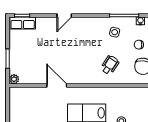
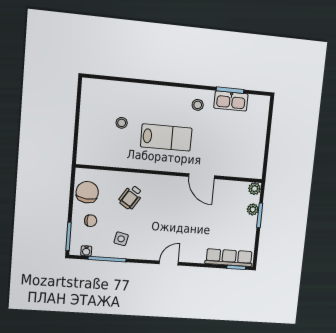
door: (64, 16) -> (169, 263), moved
row of seats: (23, 23) -> (229, 258), width x1.48
plant: (14, 63) -> (253, 209), added

